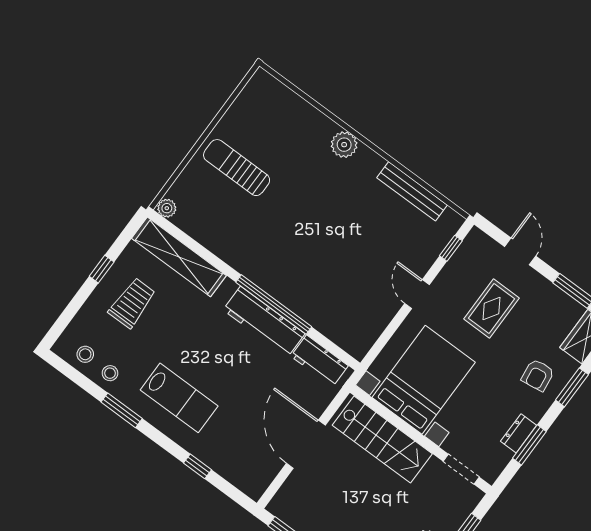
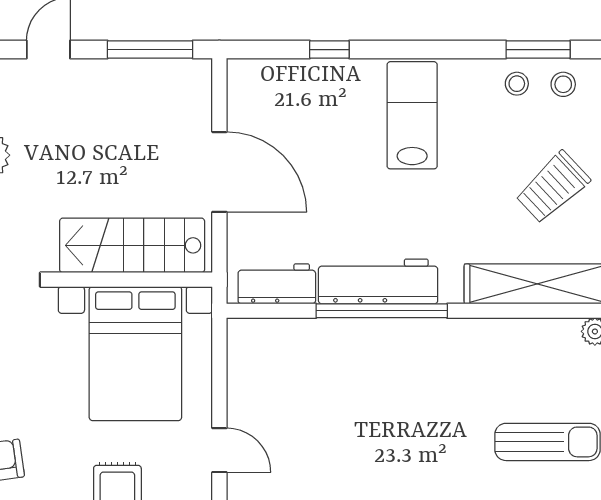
trolley: (132, 303) -> (553, 187), turned 47
lab bench: (179, 398) -> (412, 115), turned 90
window: (122, 410) -> (538, 50), moved

